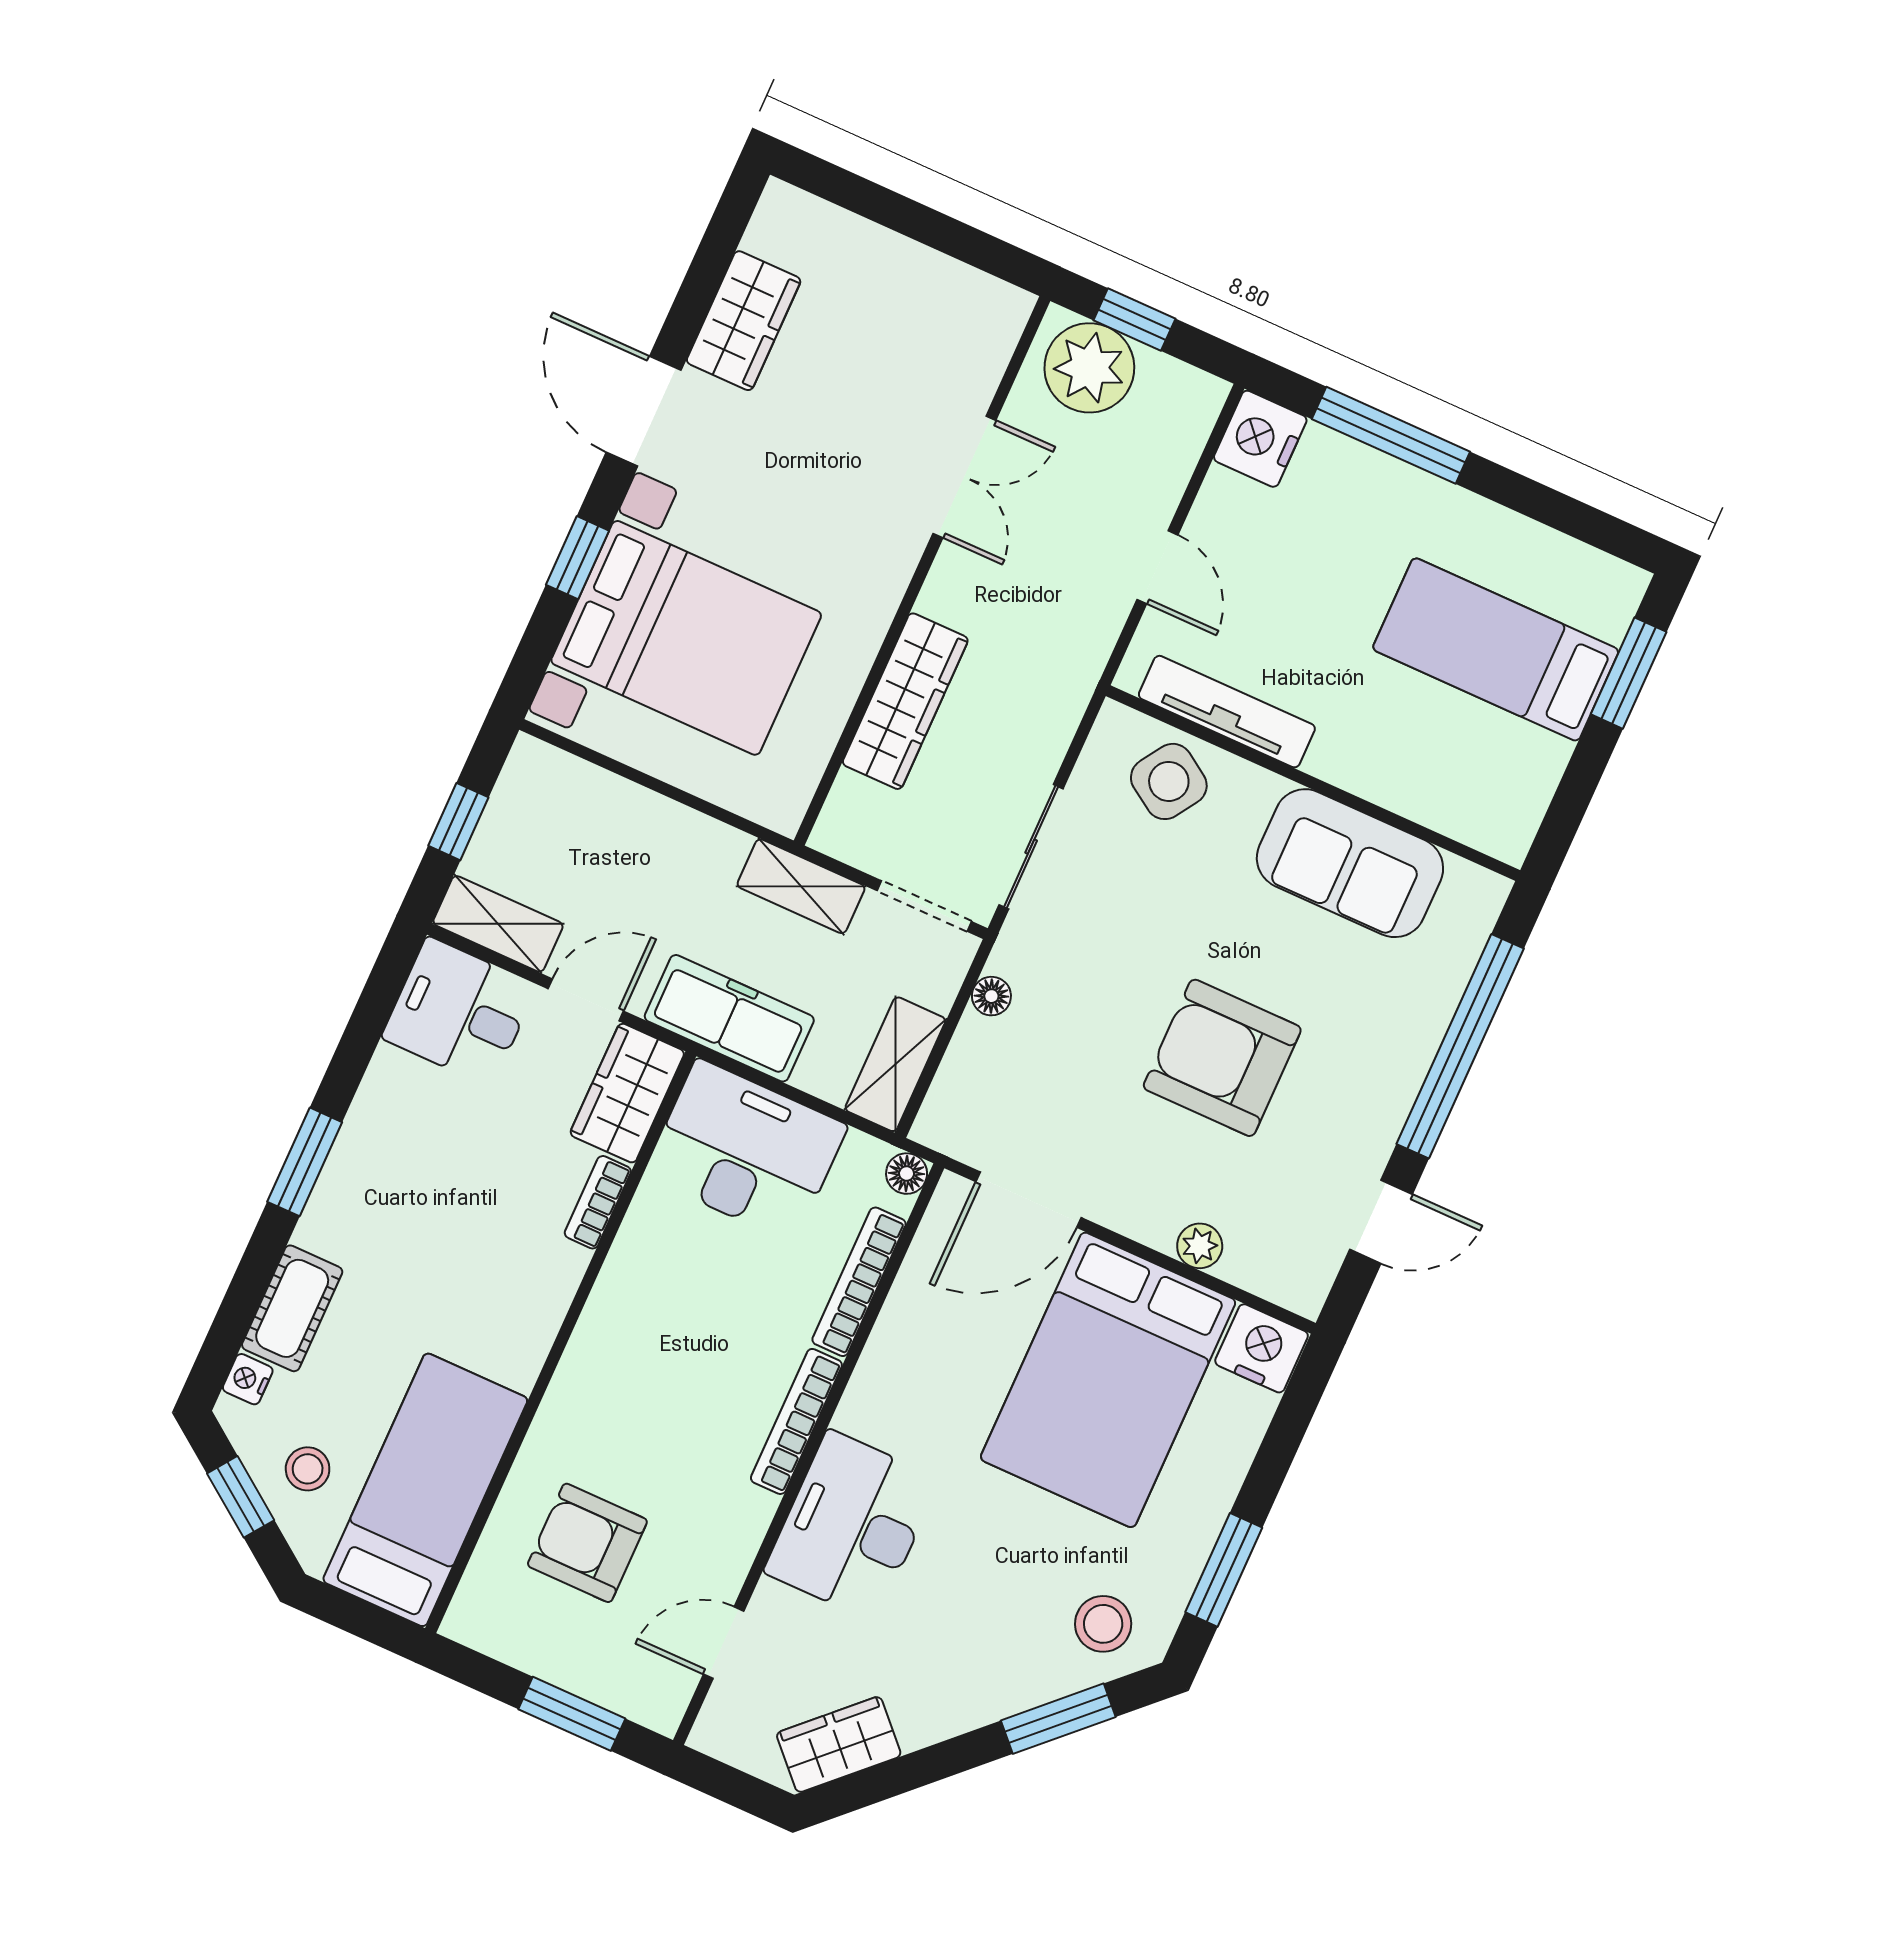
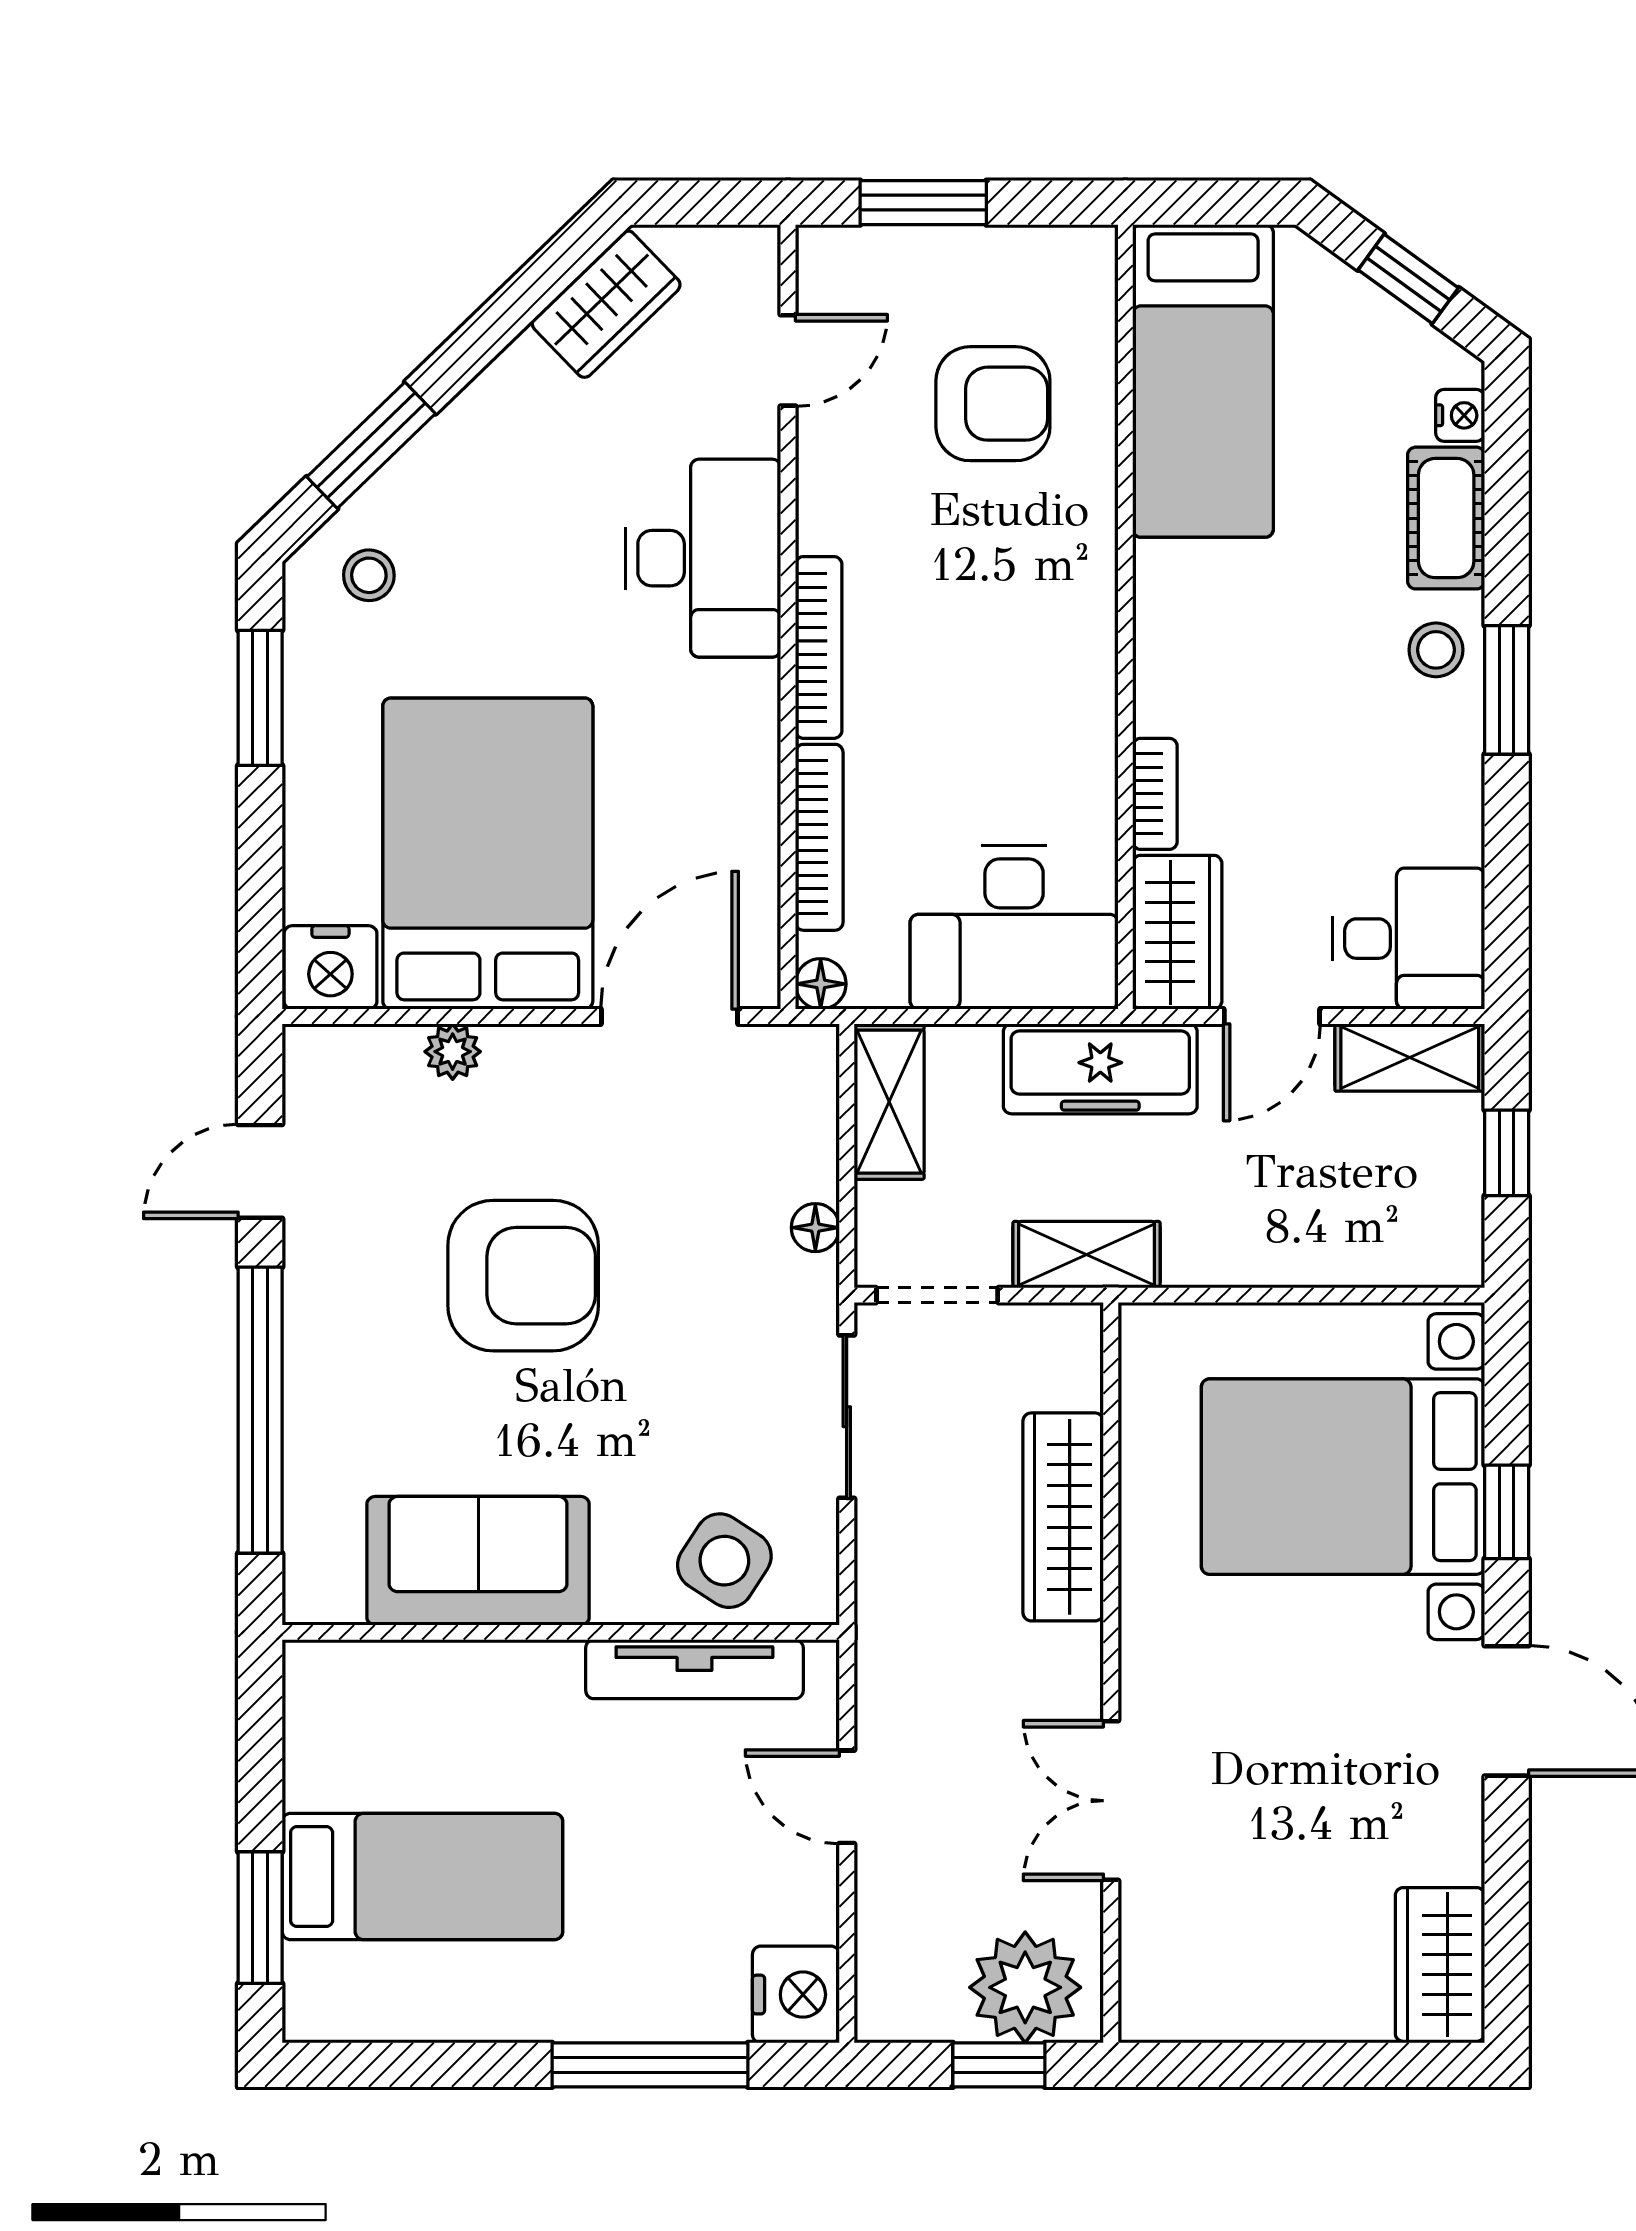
wardrobe: (744, 321) -> (1440, 1965), moved
stool: (308, 1469) -> (1436, 650), moved
stool: (1103, 1624) -> (369, 575), width x0.73, depth x0.73

